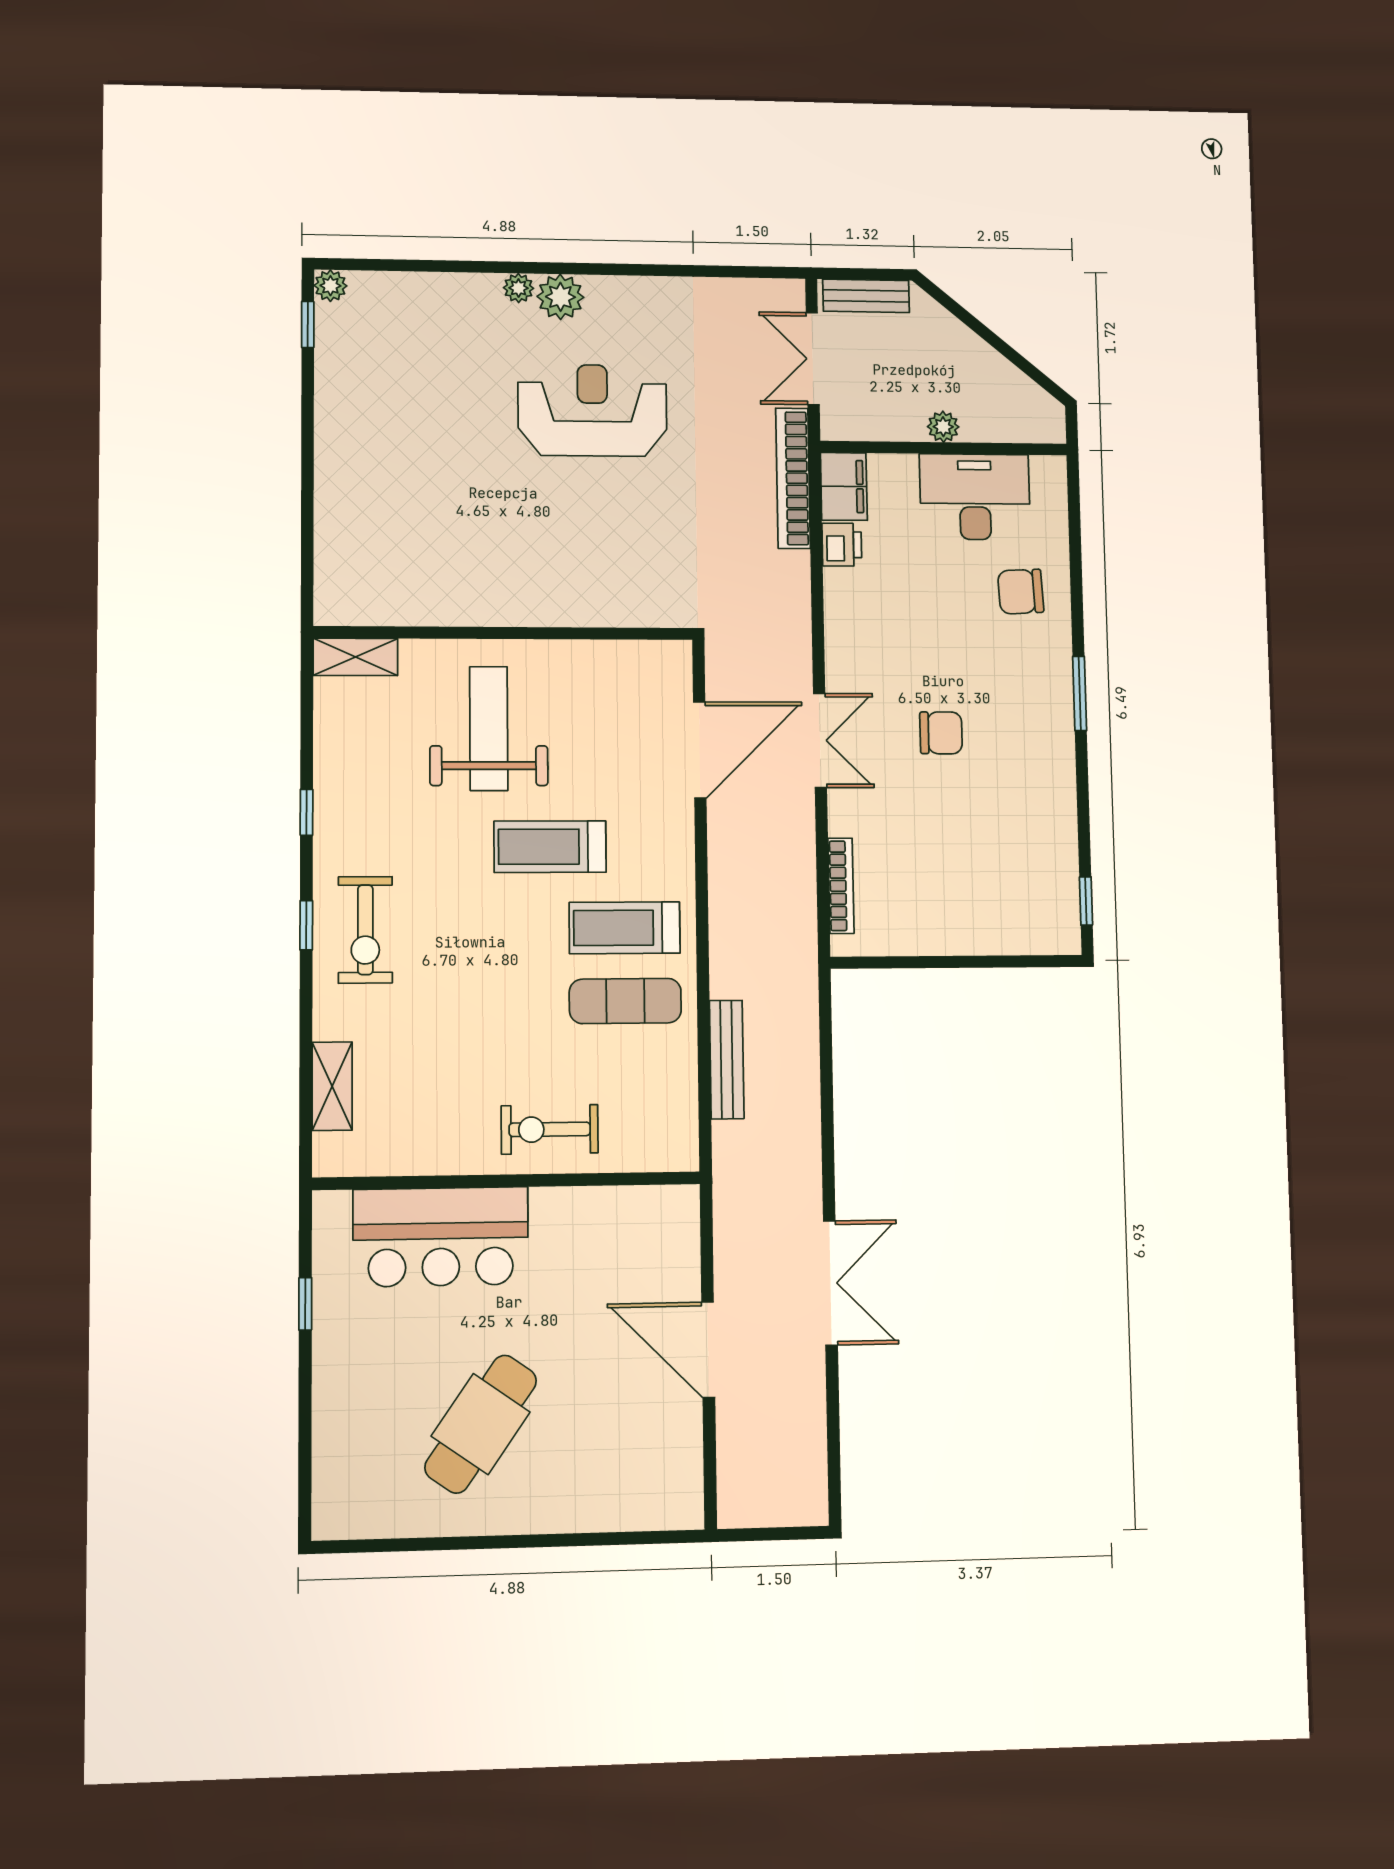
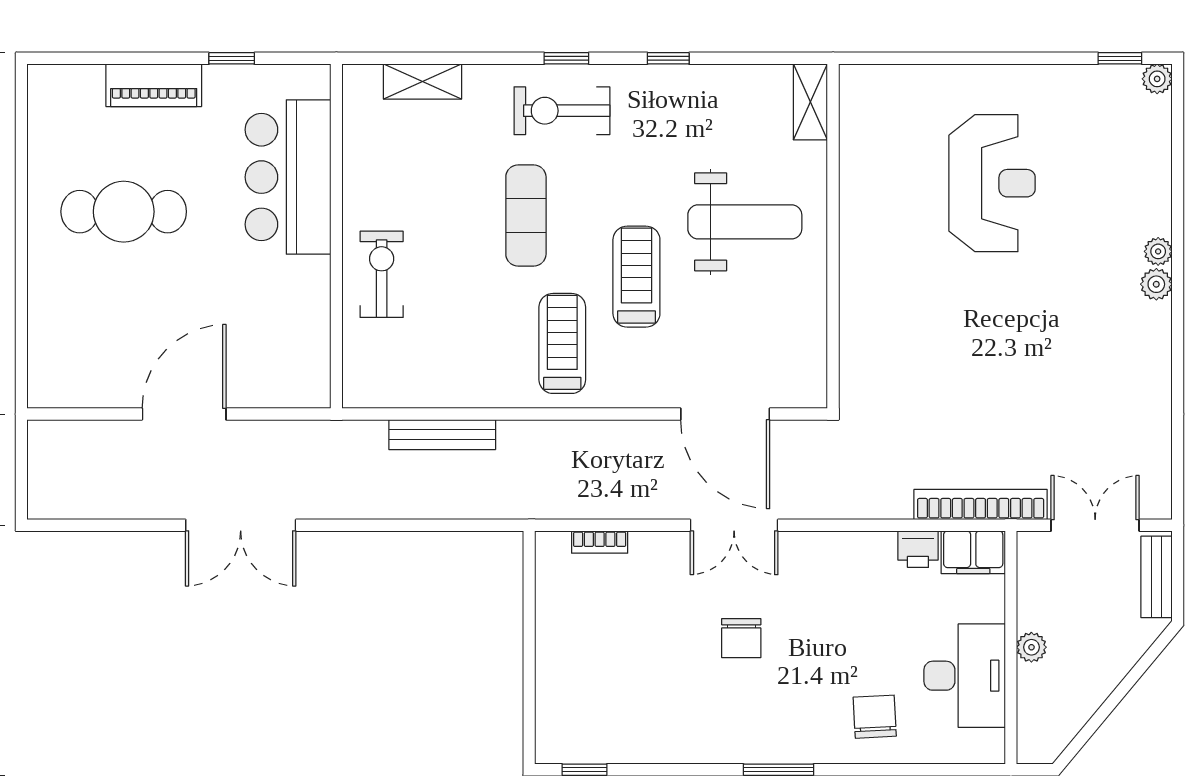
plant: (560, 297) -> (1156, 284), width x0.73, depth x0.73
reception desk: (592, 410) -> (992, 183), moved
bookcase: (841, 886) -> (600, 542), width x0.64
exercise mat: (625, 1001) -> (526, 216), moved
piano: (336, 1393) -> (154, 85), added
cafe table: (481, 1424) -> (124, 212), turned -35

